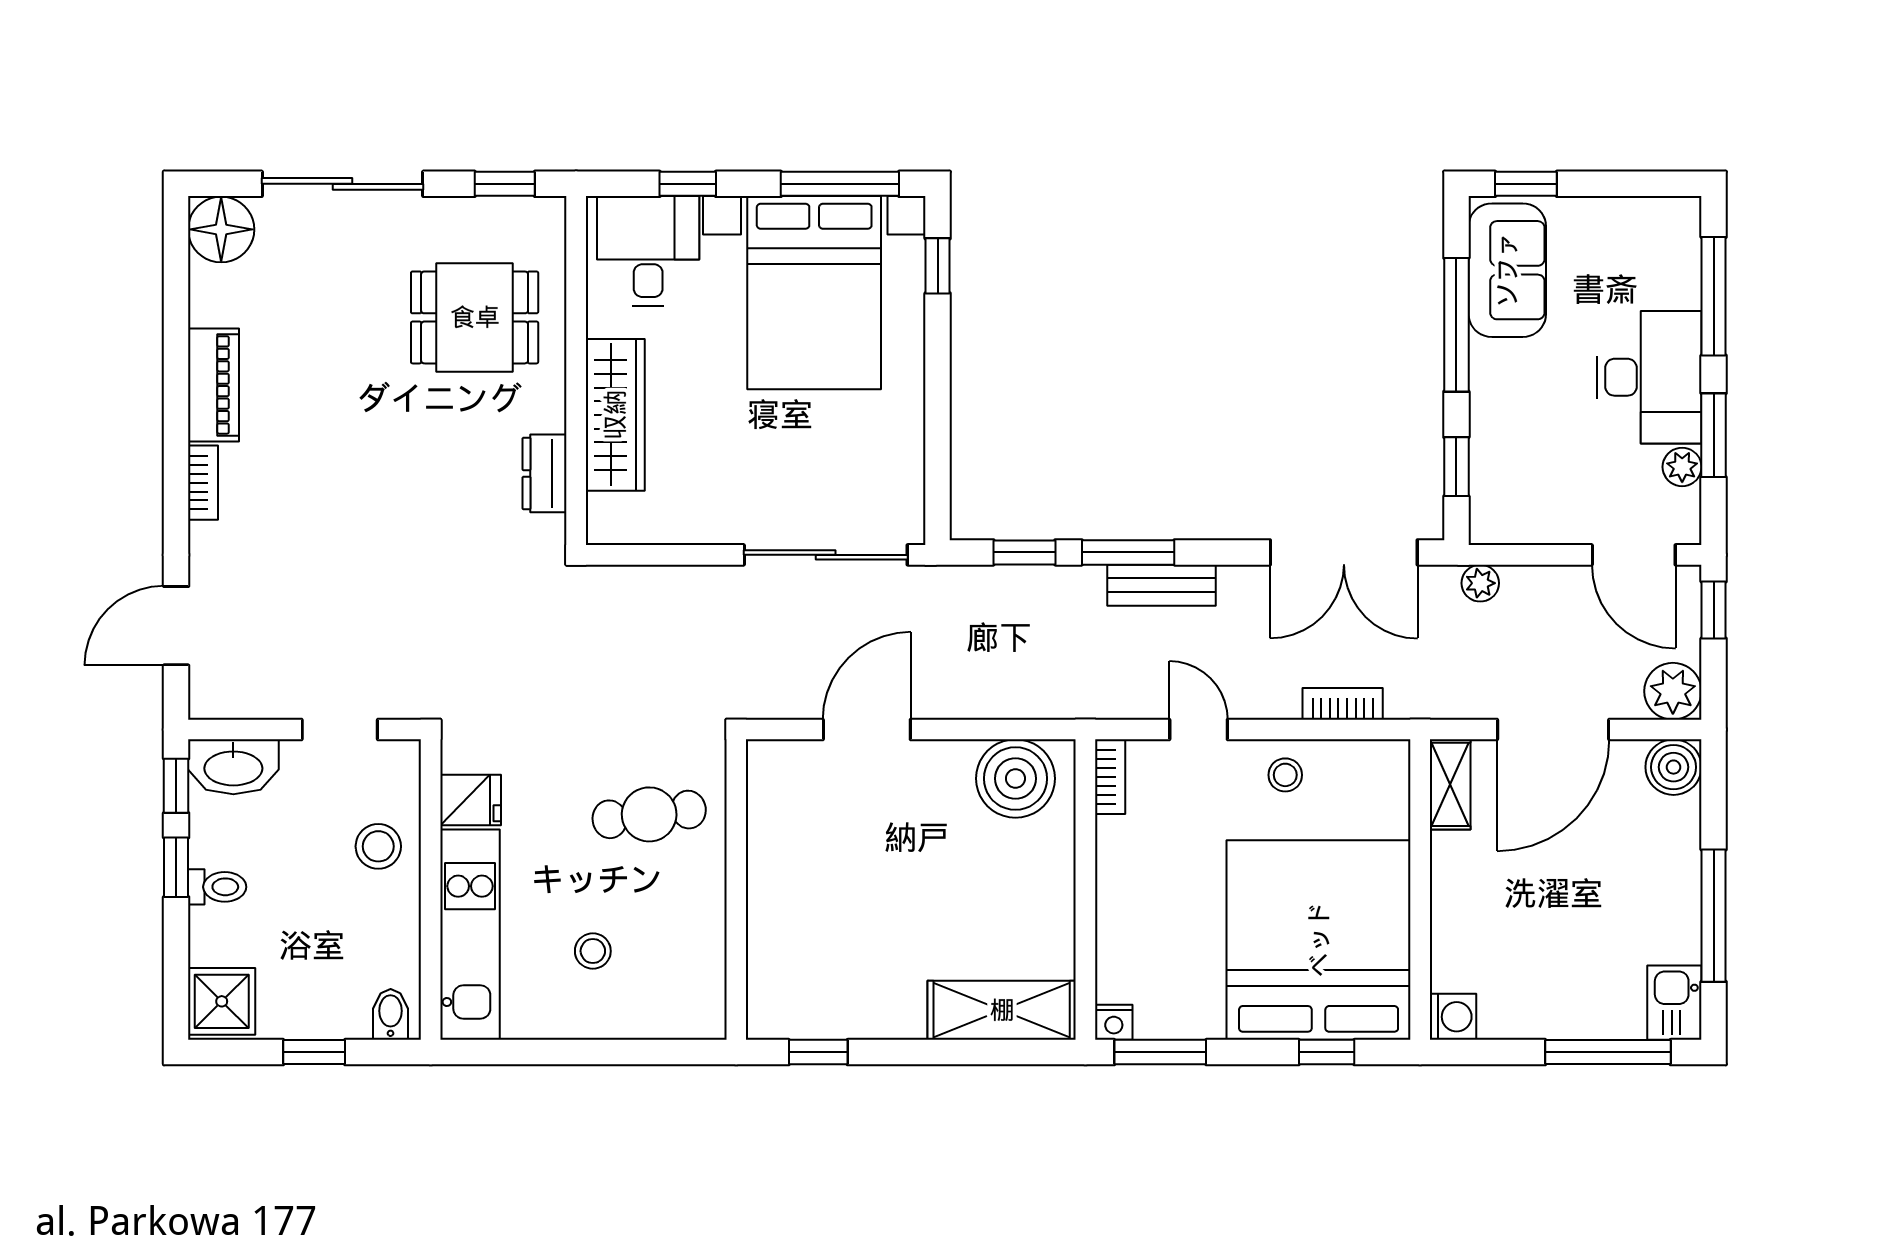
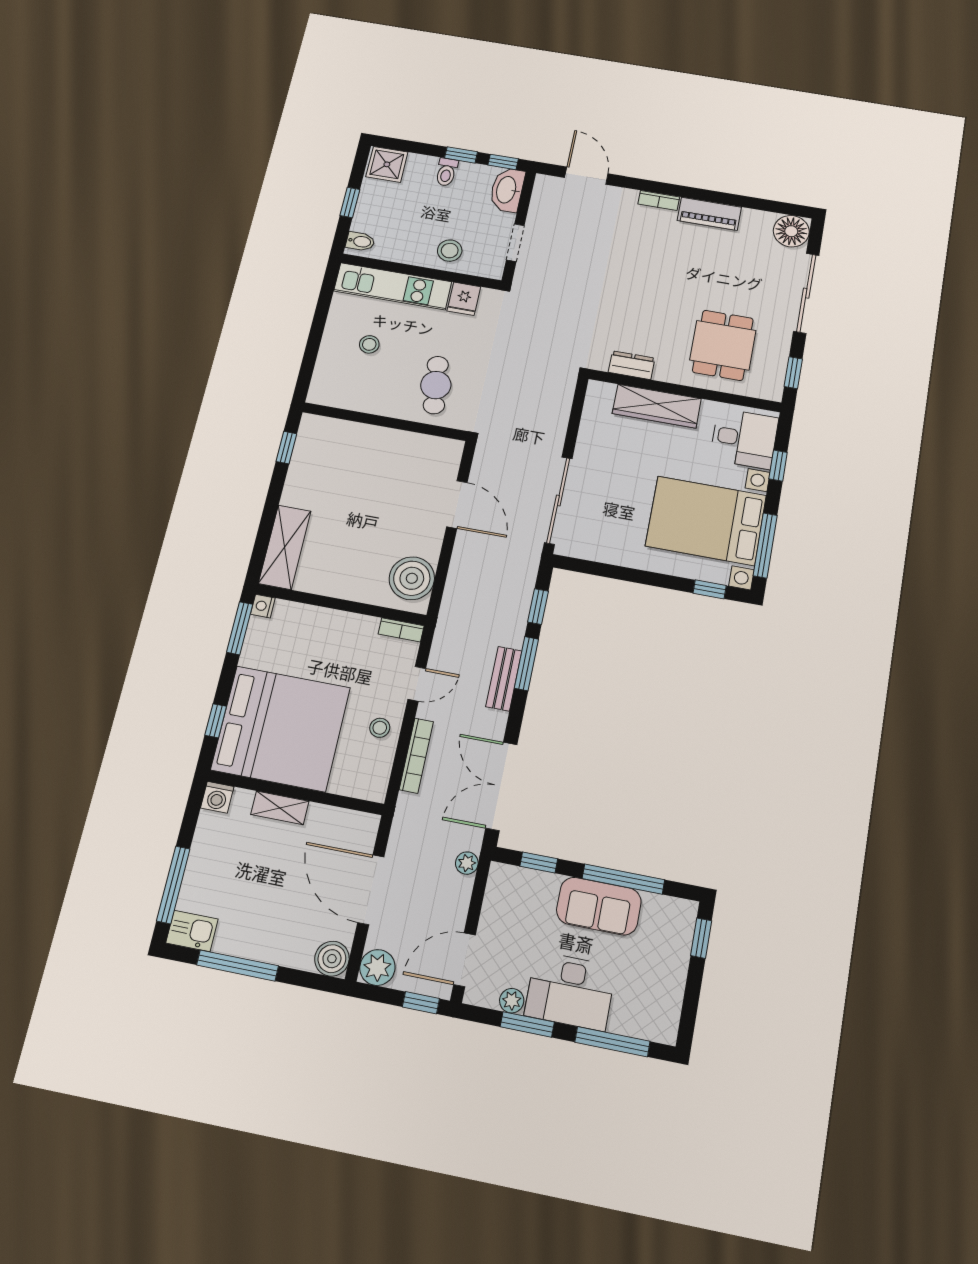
sofa: (1507, 270) -> (599, 906), moved
bookcase: (1343, 704) -> (416, 756), width x1.56
shelving: (1450, 784) -> (280, 808), moved

